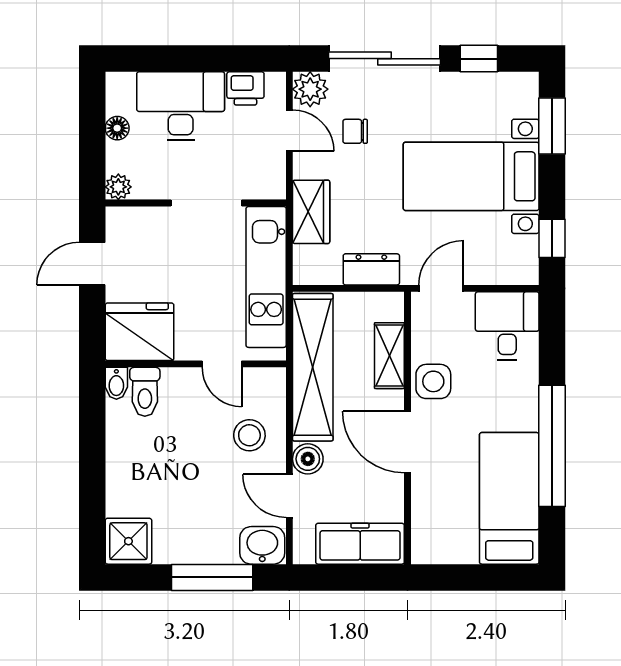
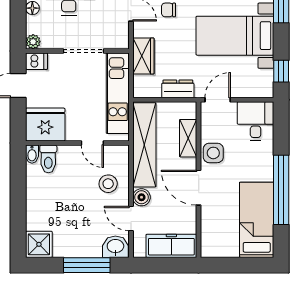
dishwasher: (124, 221) -> (37, 61), added

